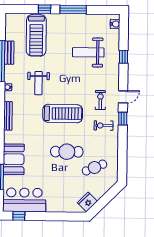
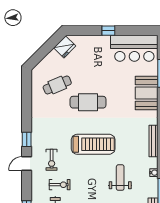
treadmill: (63, 114) -> (93, 144), turned 180
exercise bike: (104, 126) -> (60, 185), moved
window: (19, 216) -> (108, 31), moved

